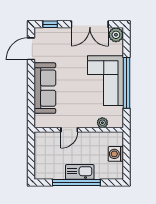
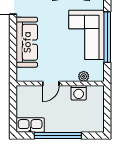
washing machine: (116, 154) -> (79, 93), moved, turned -90
kitchen sink: (80, 172) -> (30, 125), moved

